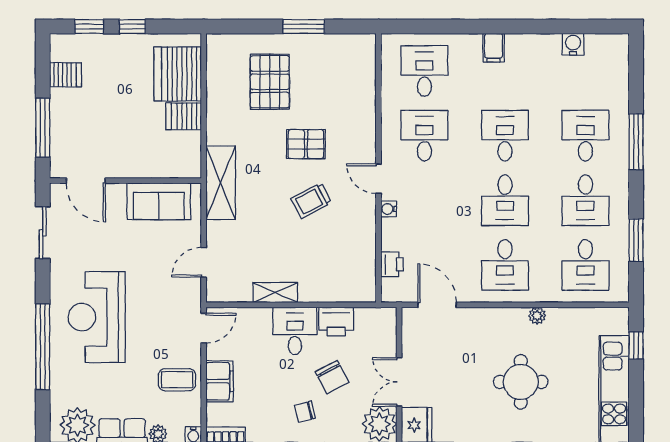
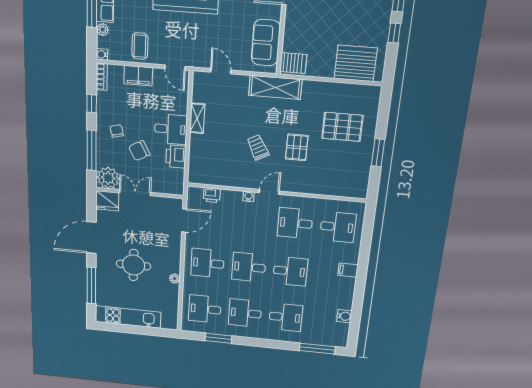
server rack: (184, 116) -> (293, 63), moved, turned 90
desk: (424, 136) -> (295, 223), turned 180
window: (636, 142) -> (317, 349), moved
window: (636, 346) -> (154, 332), removed

